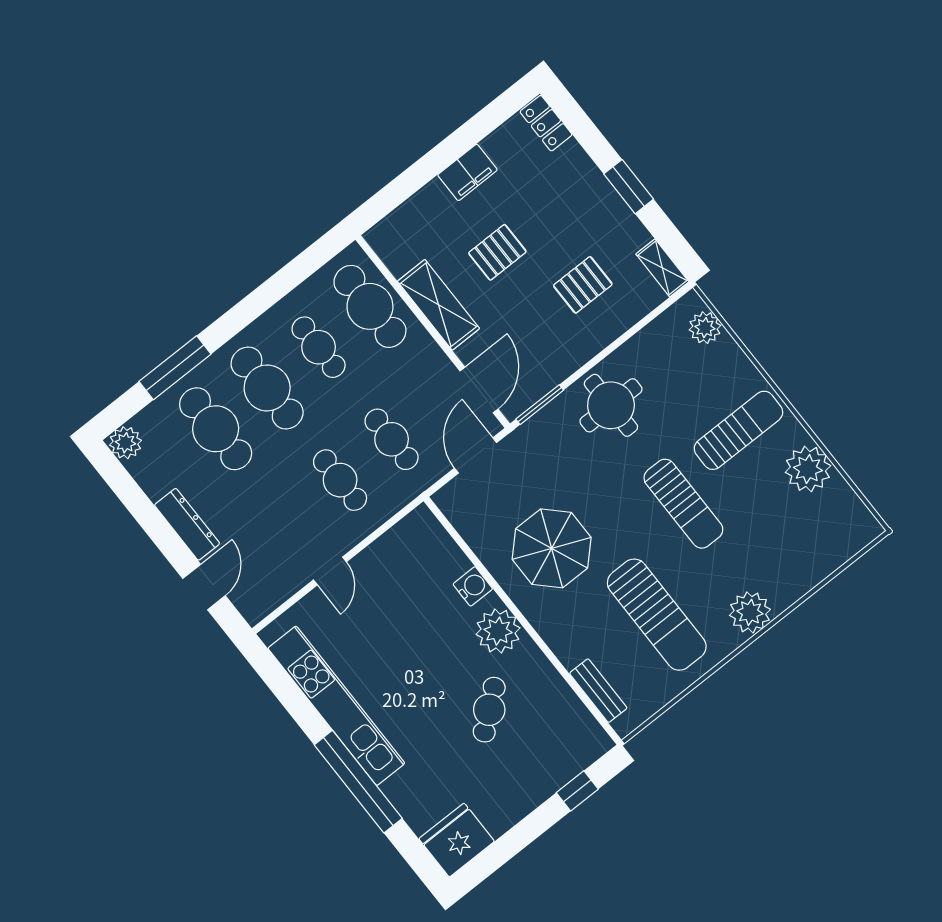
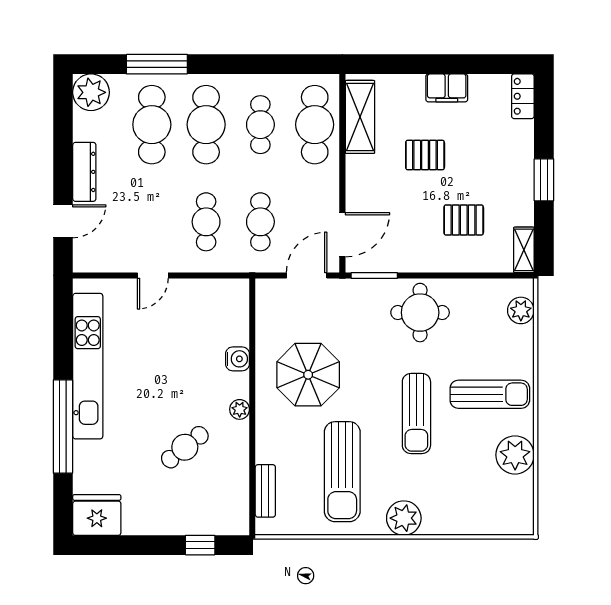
shelving: (439, 305) -> (360, 117), moved
plant: (125, 443) -> (91, 92), width x1.36, depth x1.36
plant: (498, 631) -> (240, 409), width x0.53, depth x0.53

